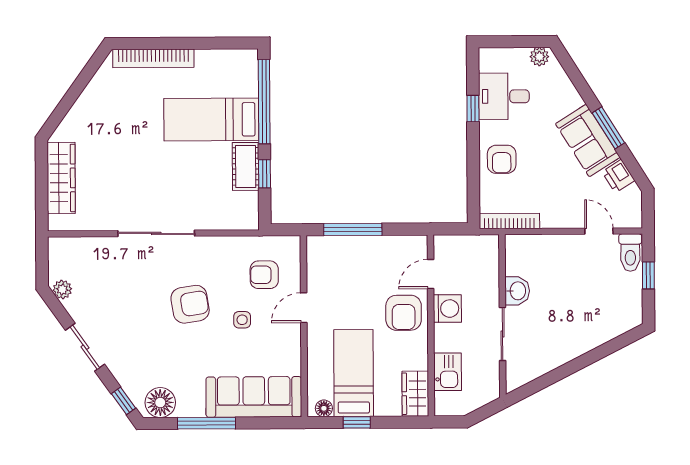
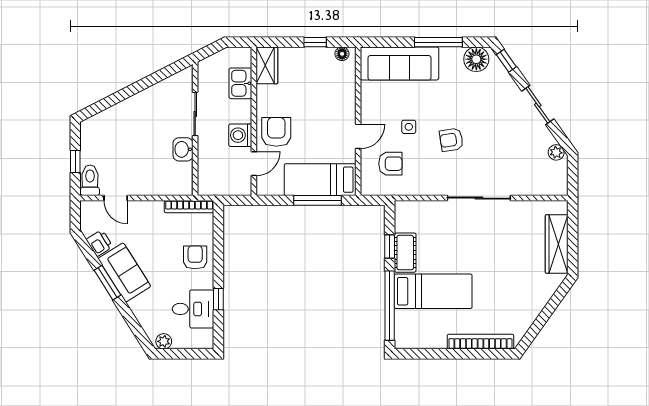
armchair: (190, 304) -> (451, 140), width x0.72, depth x0.72
bed: (354, 373) -> (320, 180), moved, turned 90

